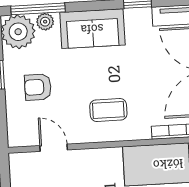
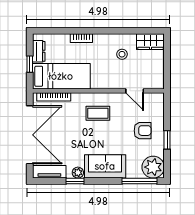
plant: (45, 22) -> (78, 173), moved

